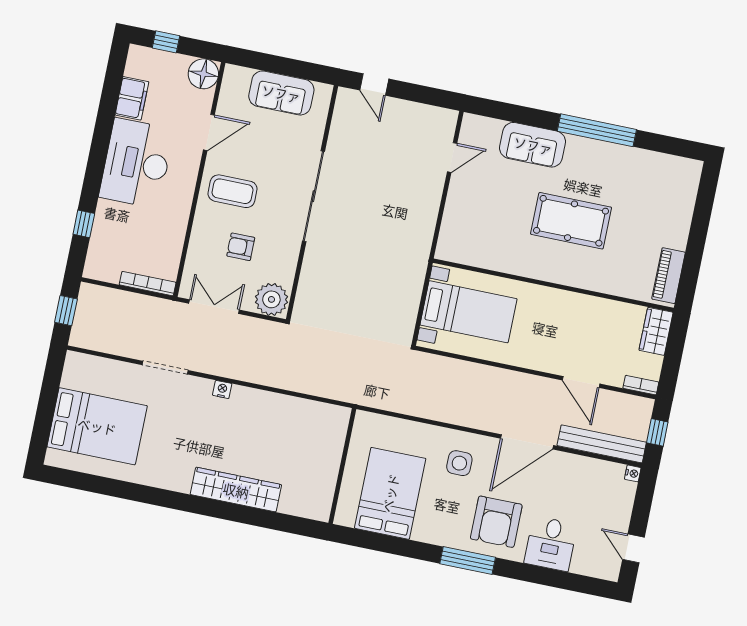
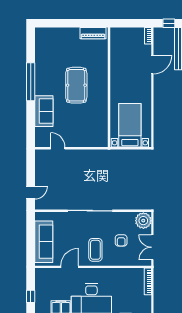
floor lamp: (203, 74) -> (42, 275), removed
sofa: (281, 93) -> (44, 242), width x1.36
door: (209, 132) -> (70, 267), hinge flipped
wardrobe: (656, 331) -> (121, 34), removed

